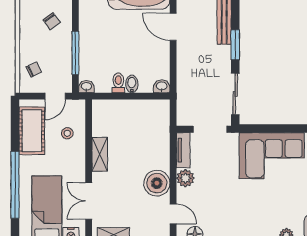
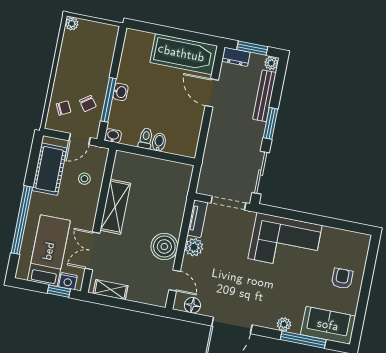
chair: (52, 21) -> (88, 104), moved
washbasin: (162, 86) -> (120, 92), moved, turned 90
shelving: (100, 154) -> (115, 207), width x1.50, depth x1.33

